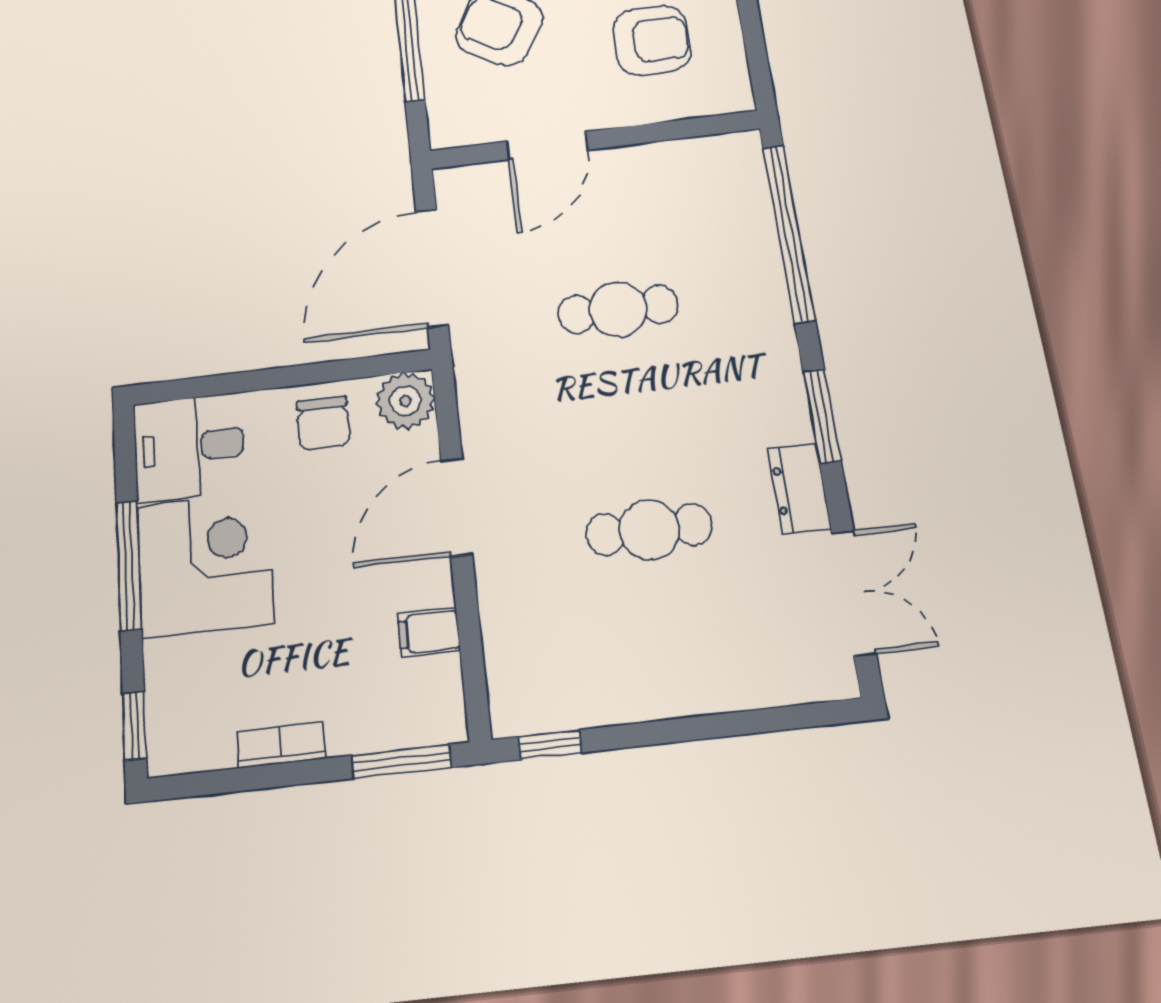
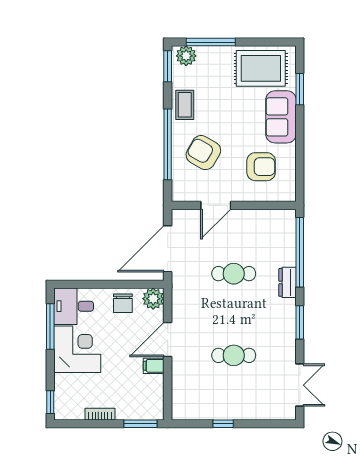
dresser: (799, 489) -> (288, 282), moved
window: (129, 565) -> (50, 326), moved
filing cabinet: (429, 632) -> (154, 366), moved
window: (550, 745) -> (223, 424), moved

